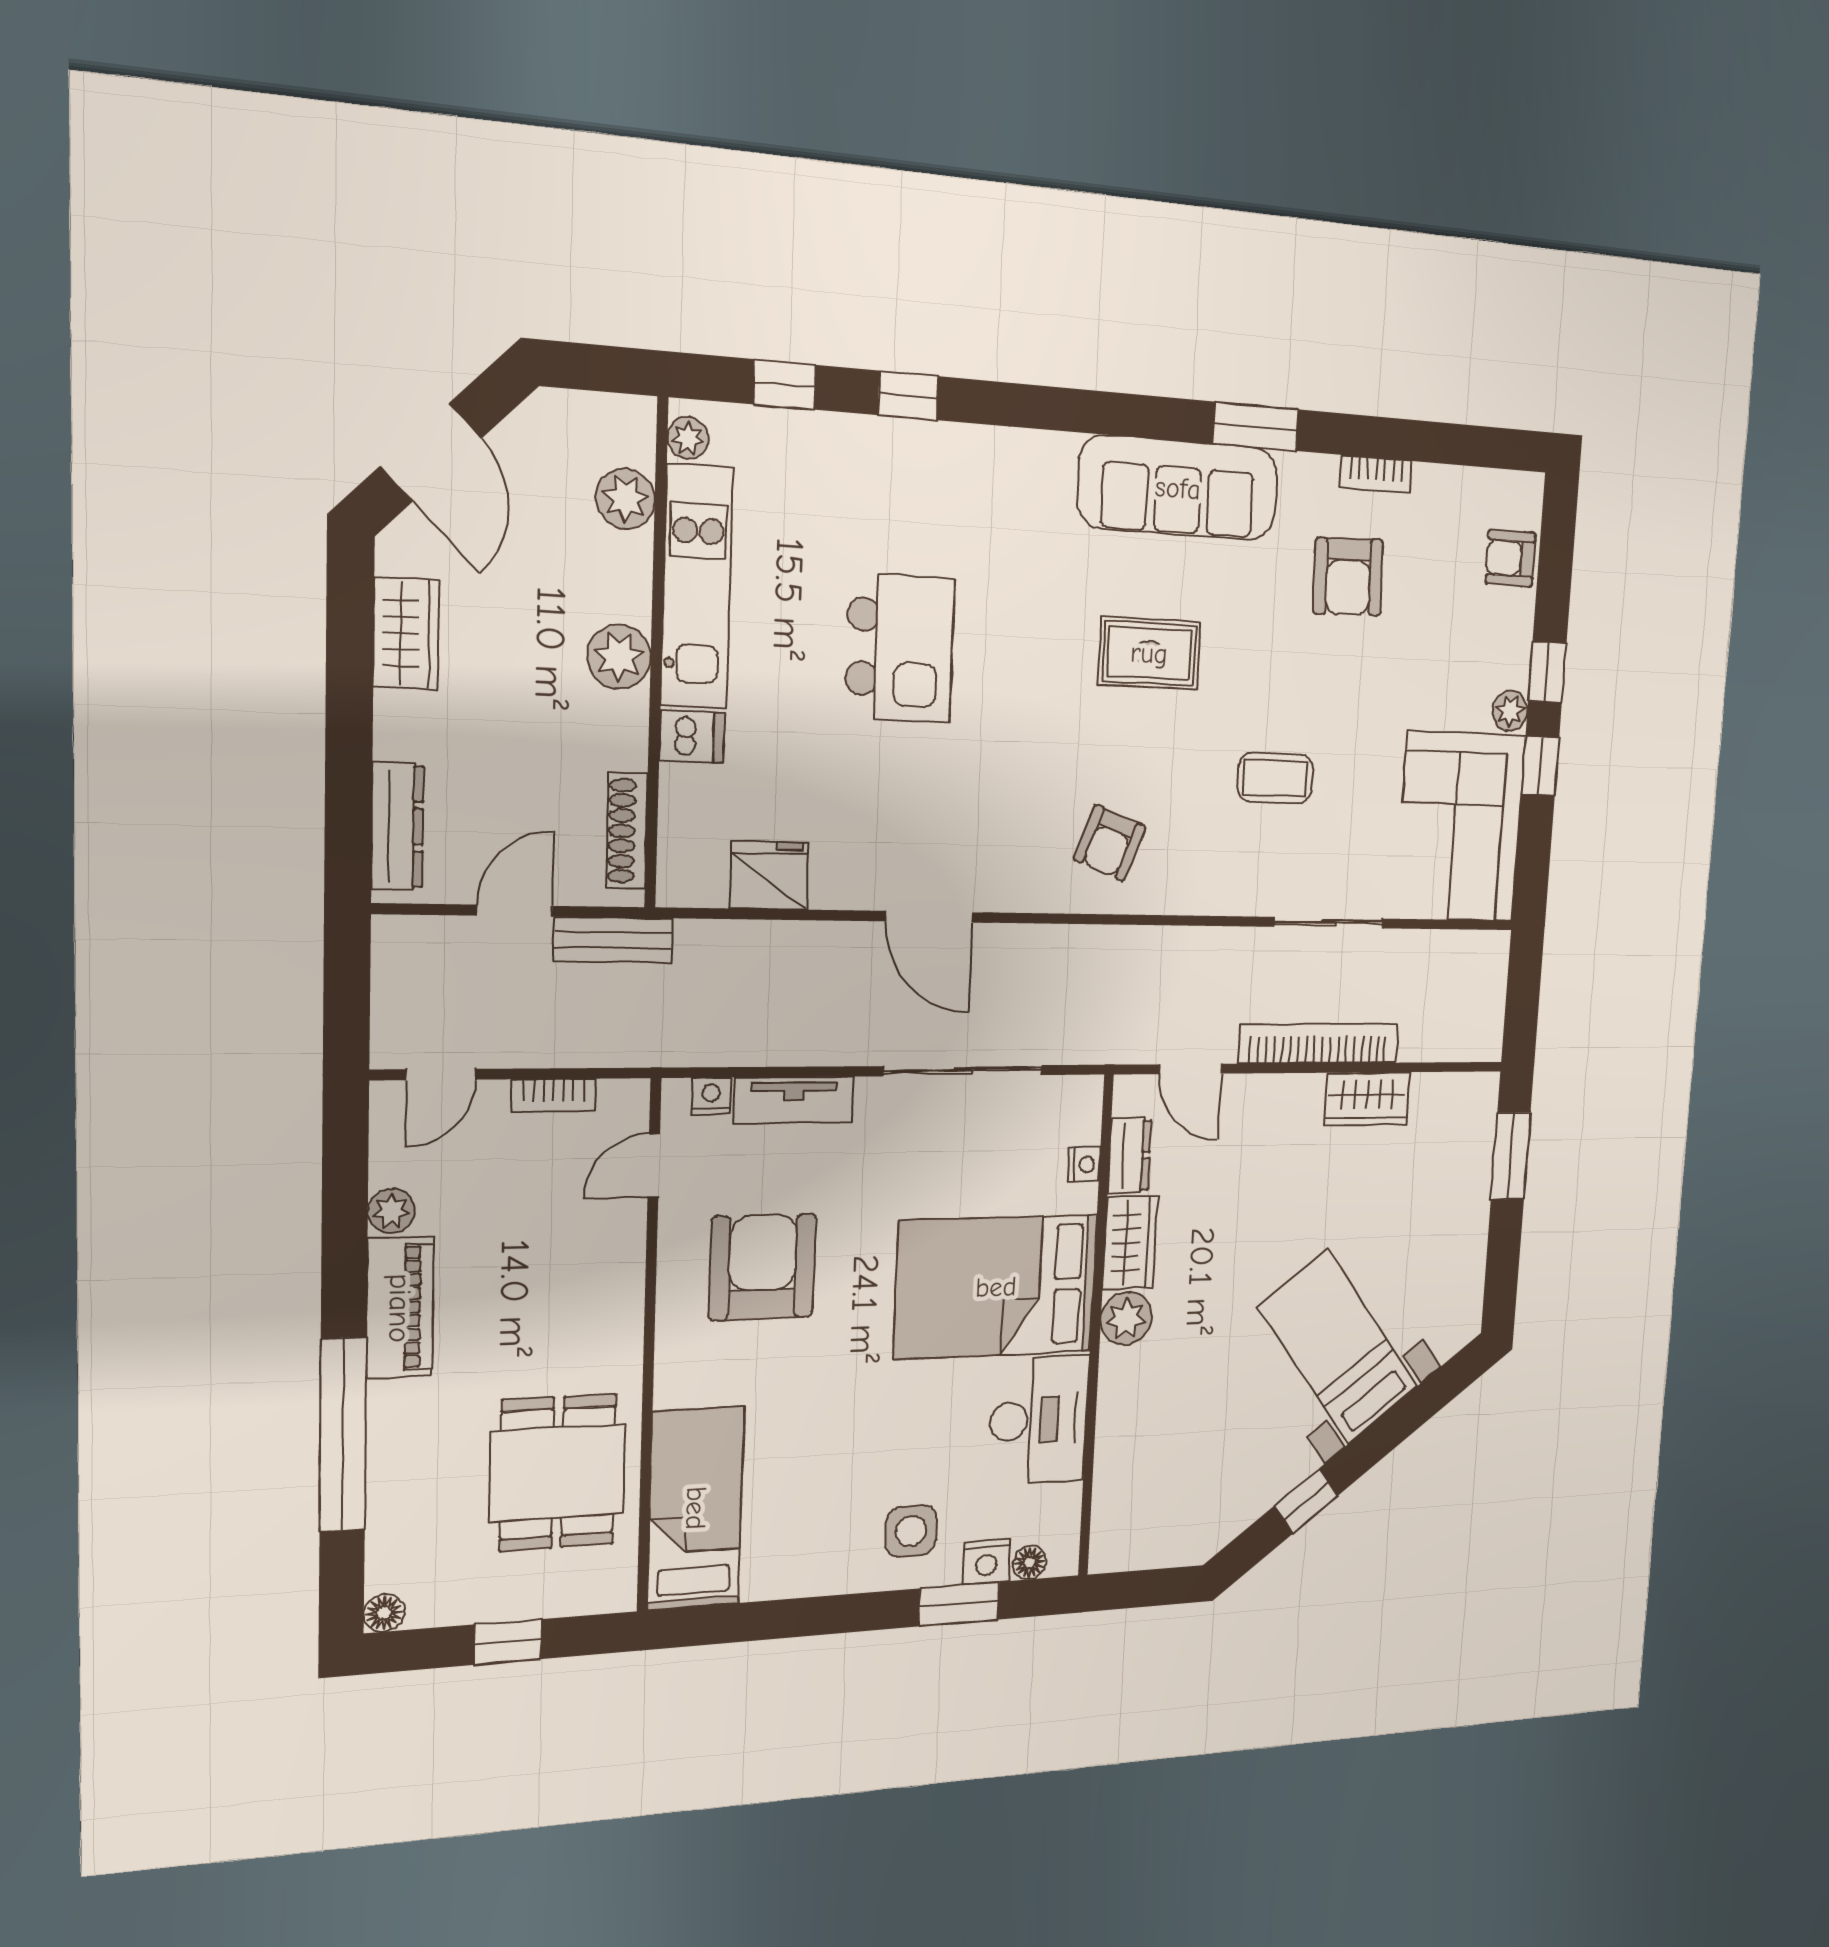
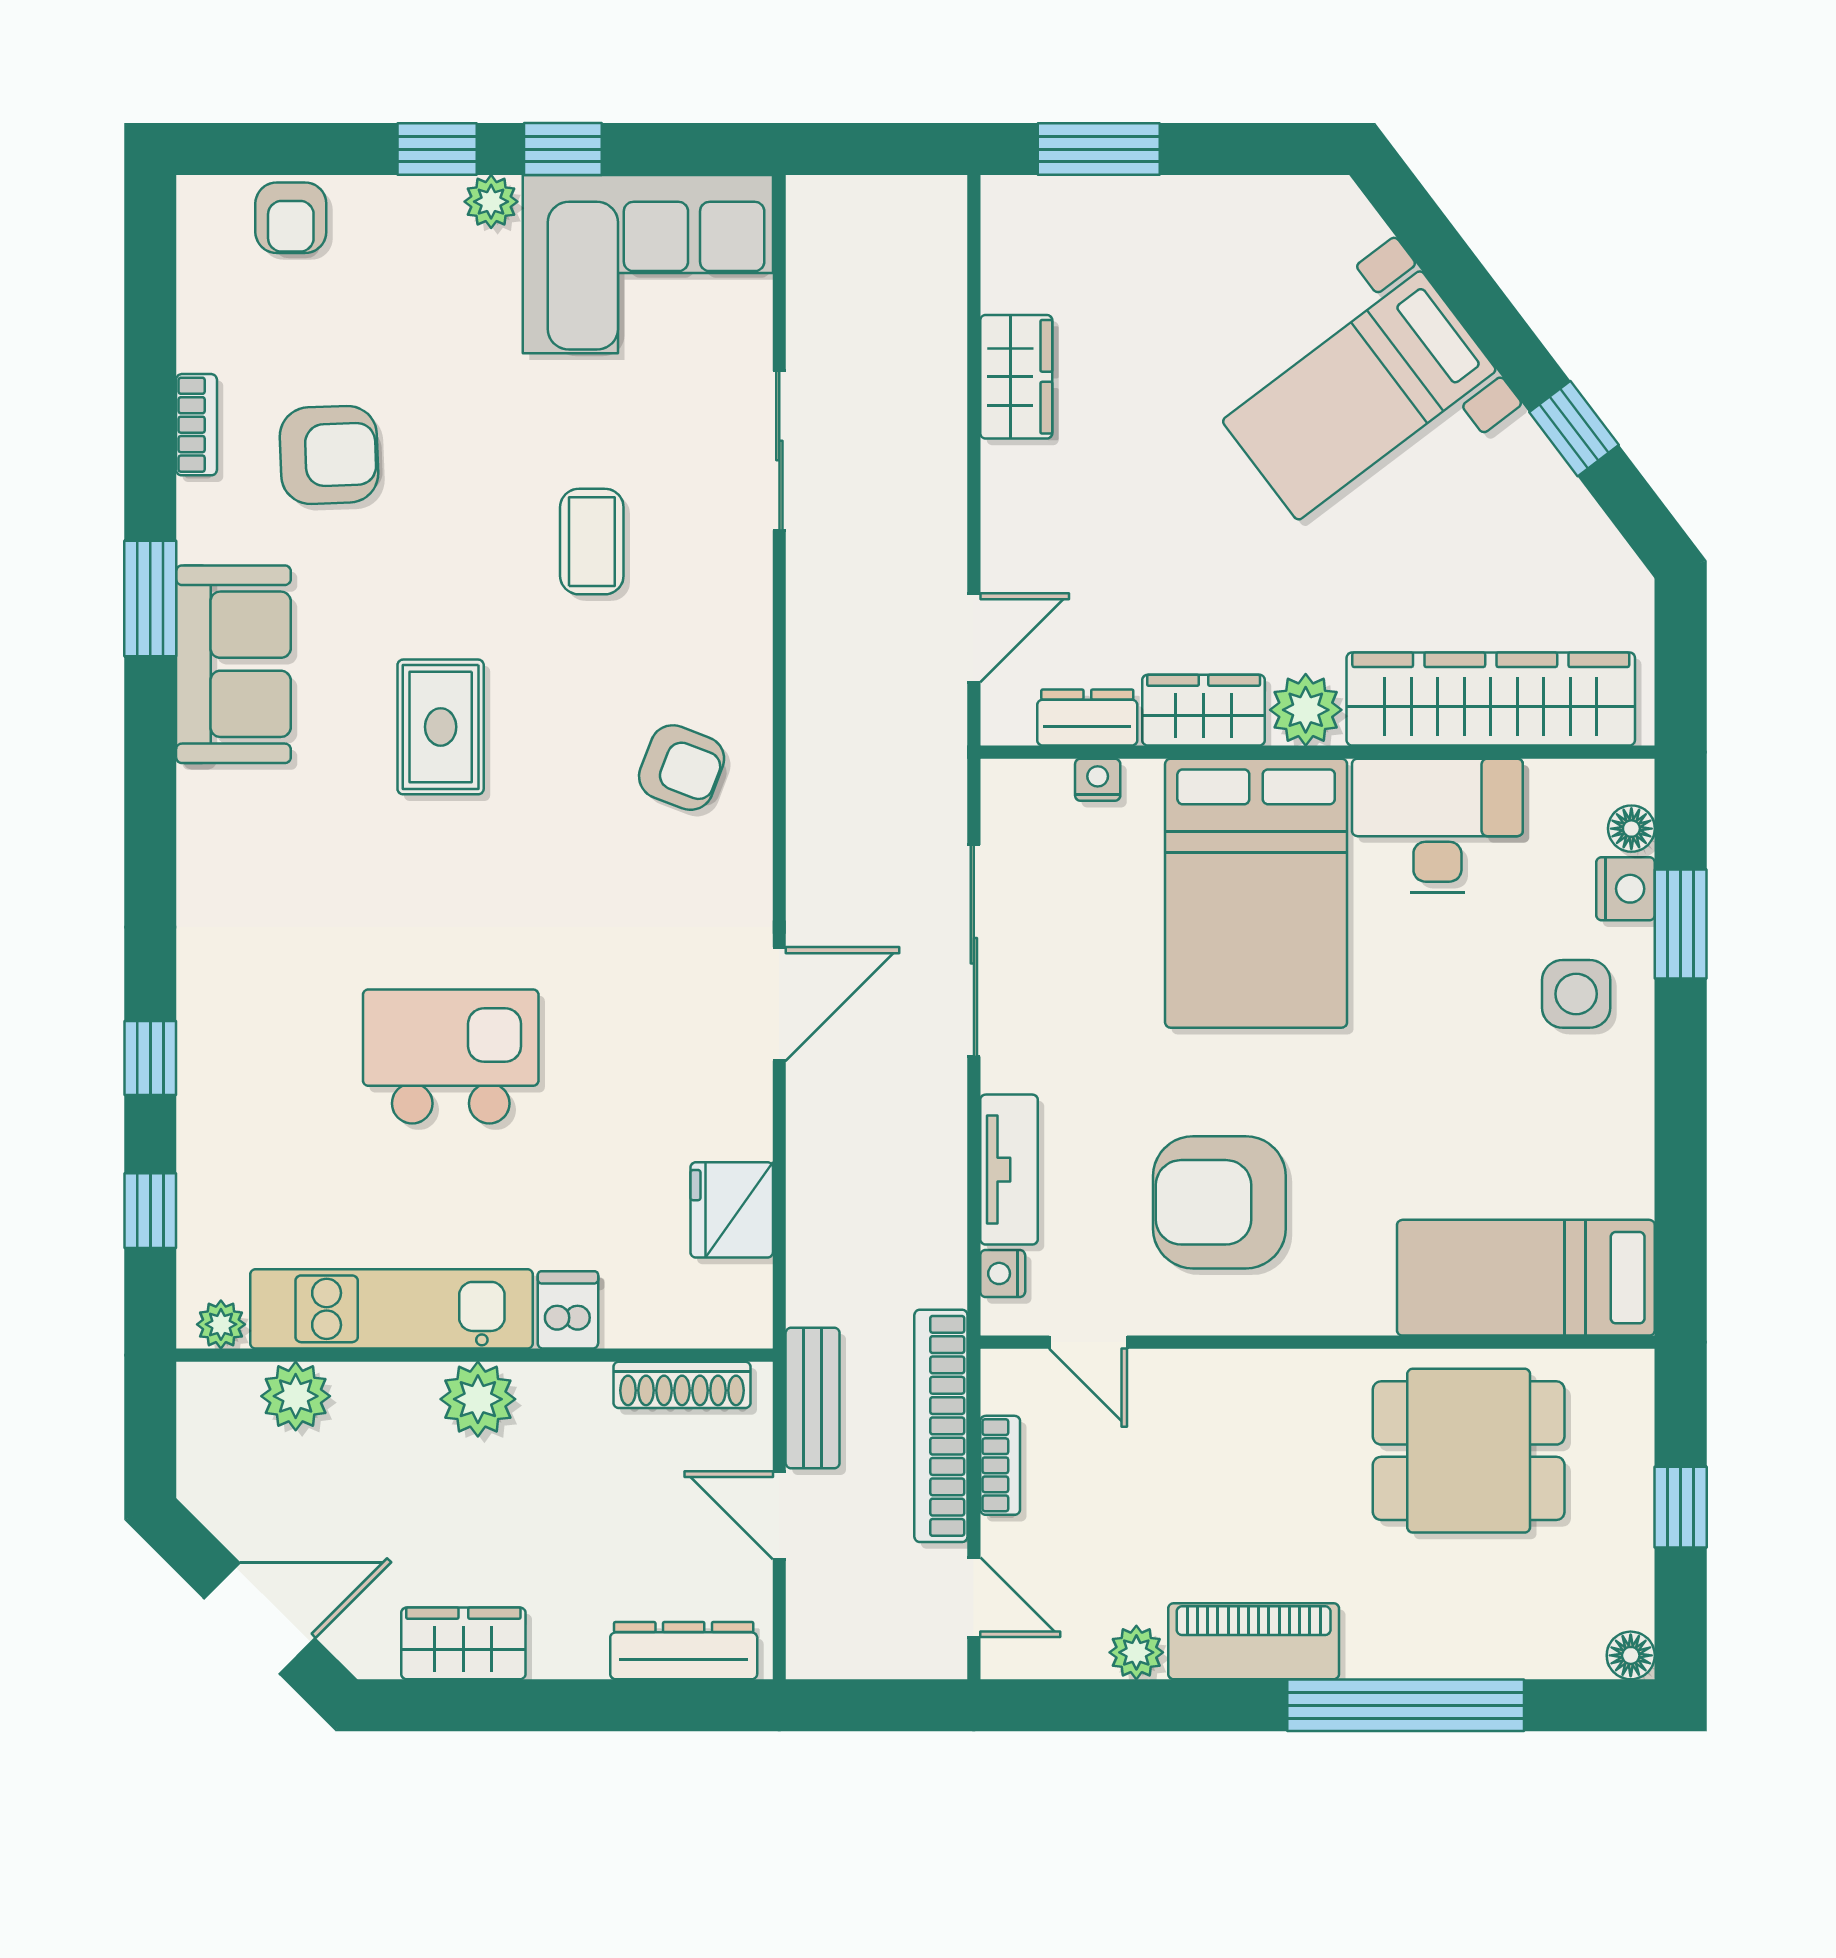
sofa: (1178, 488) -> (233, 664), width x0.73
bookcase: (1319, 1044) -> (941, 1426), moved
wardrobe: (1126, 1454) -> (1491, 699), added

